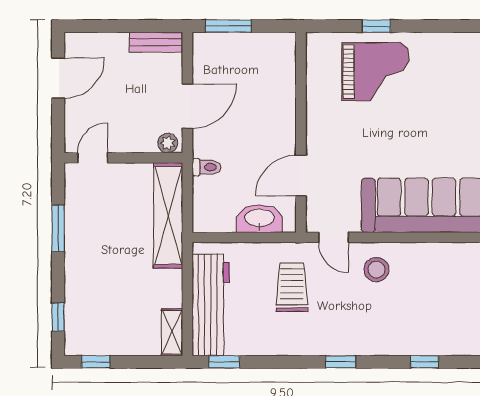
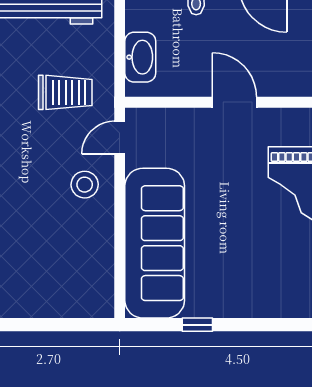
door: (301, 176) -> (235, 102), moved

